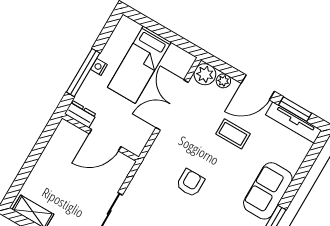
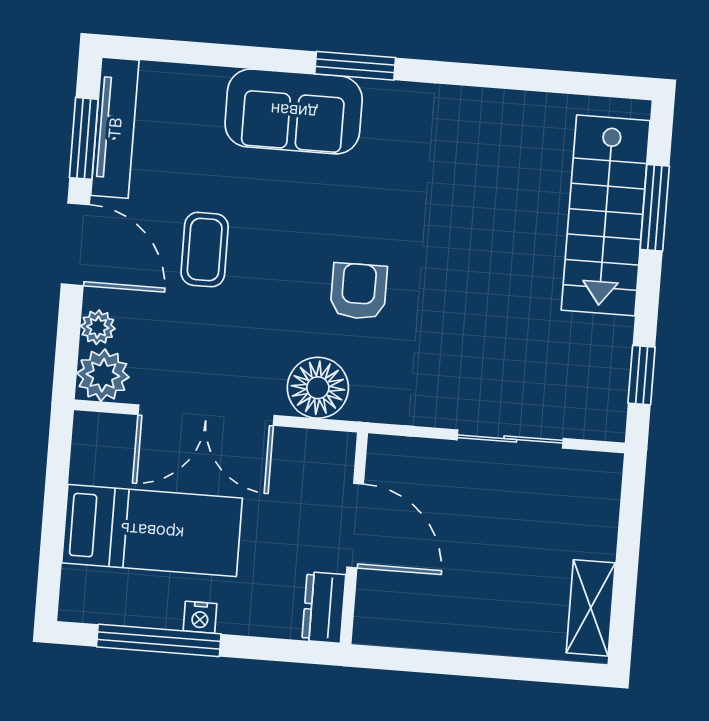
window: (83, 73) -> (159, 640), moved
floor lamp: (162, 151) -> (318, 388), added
armchair: (190, 183) -> (359, 291), turned 90

